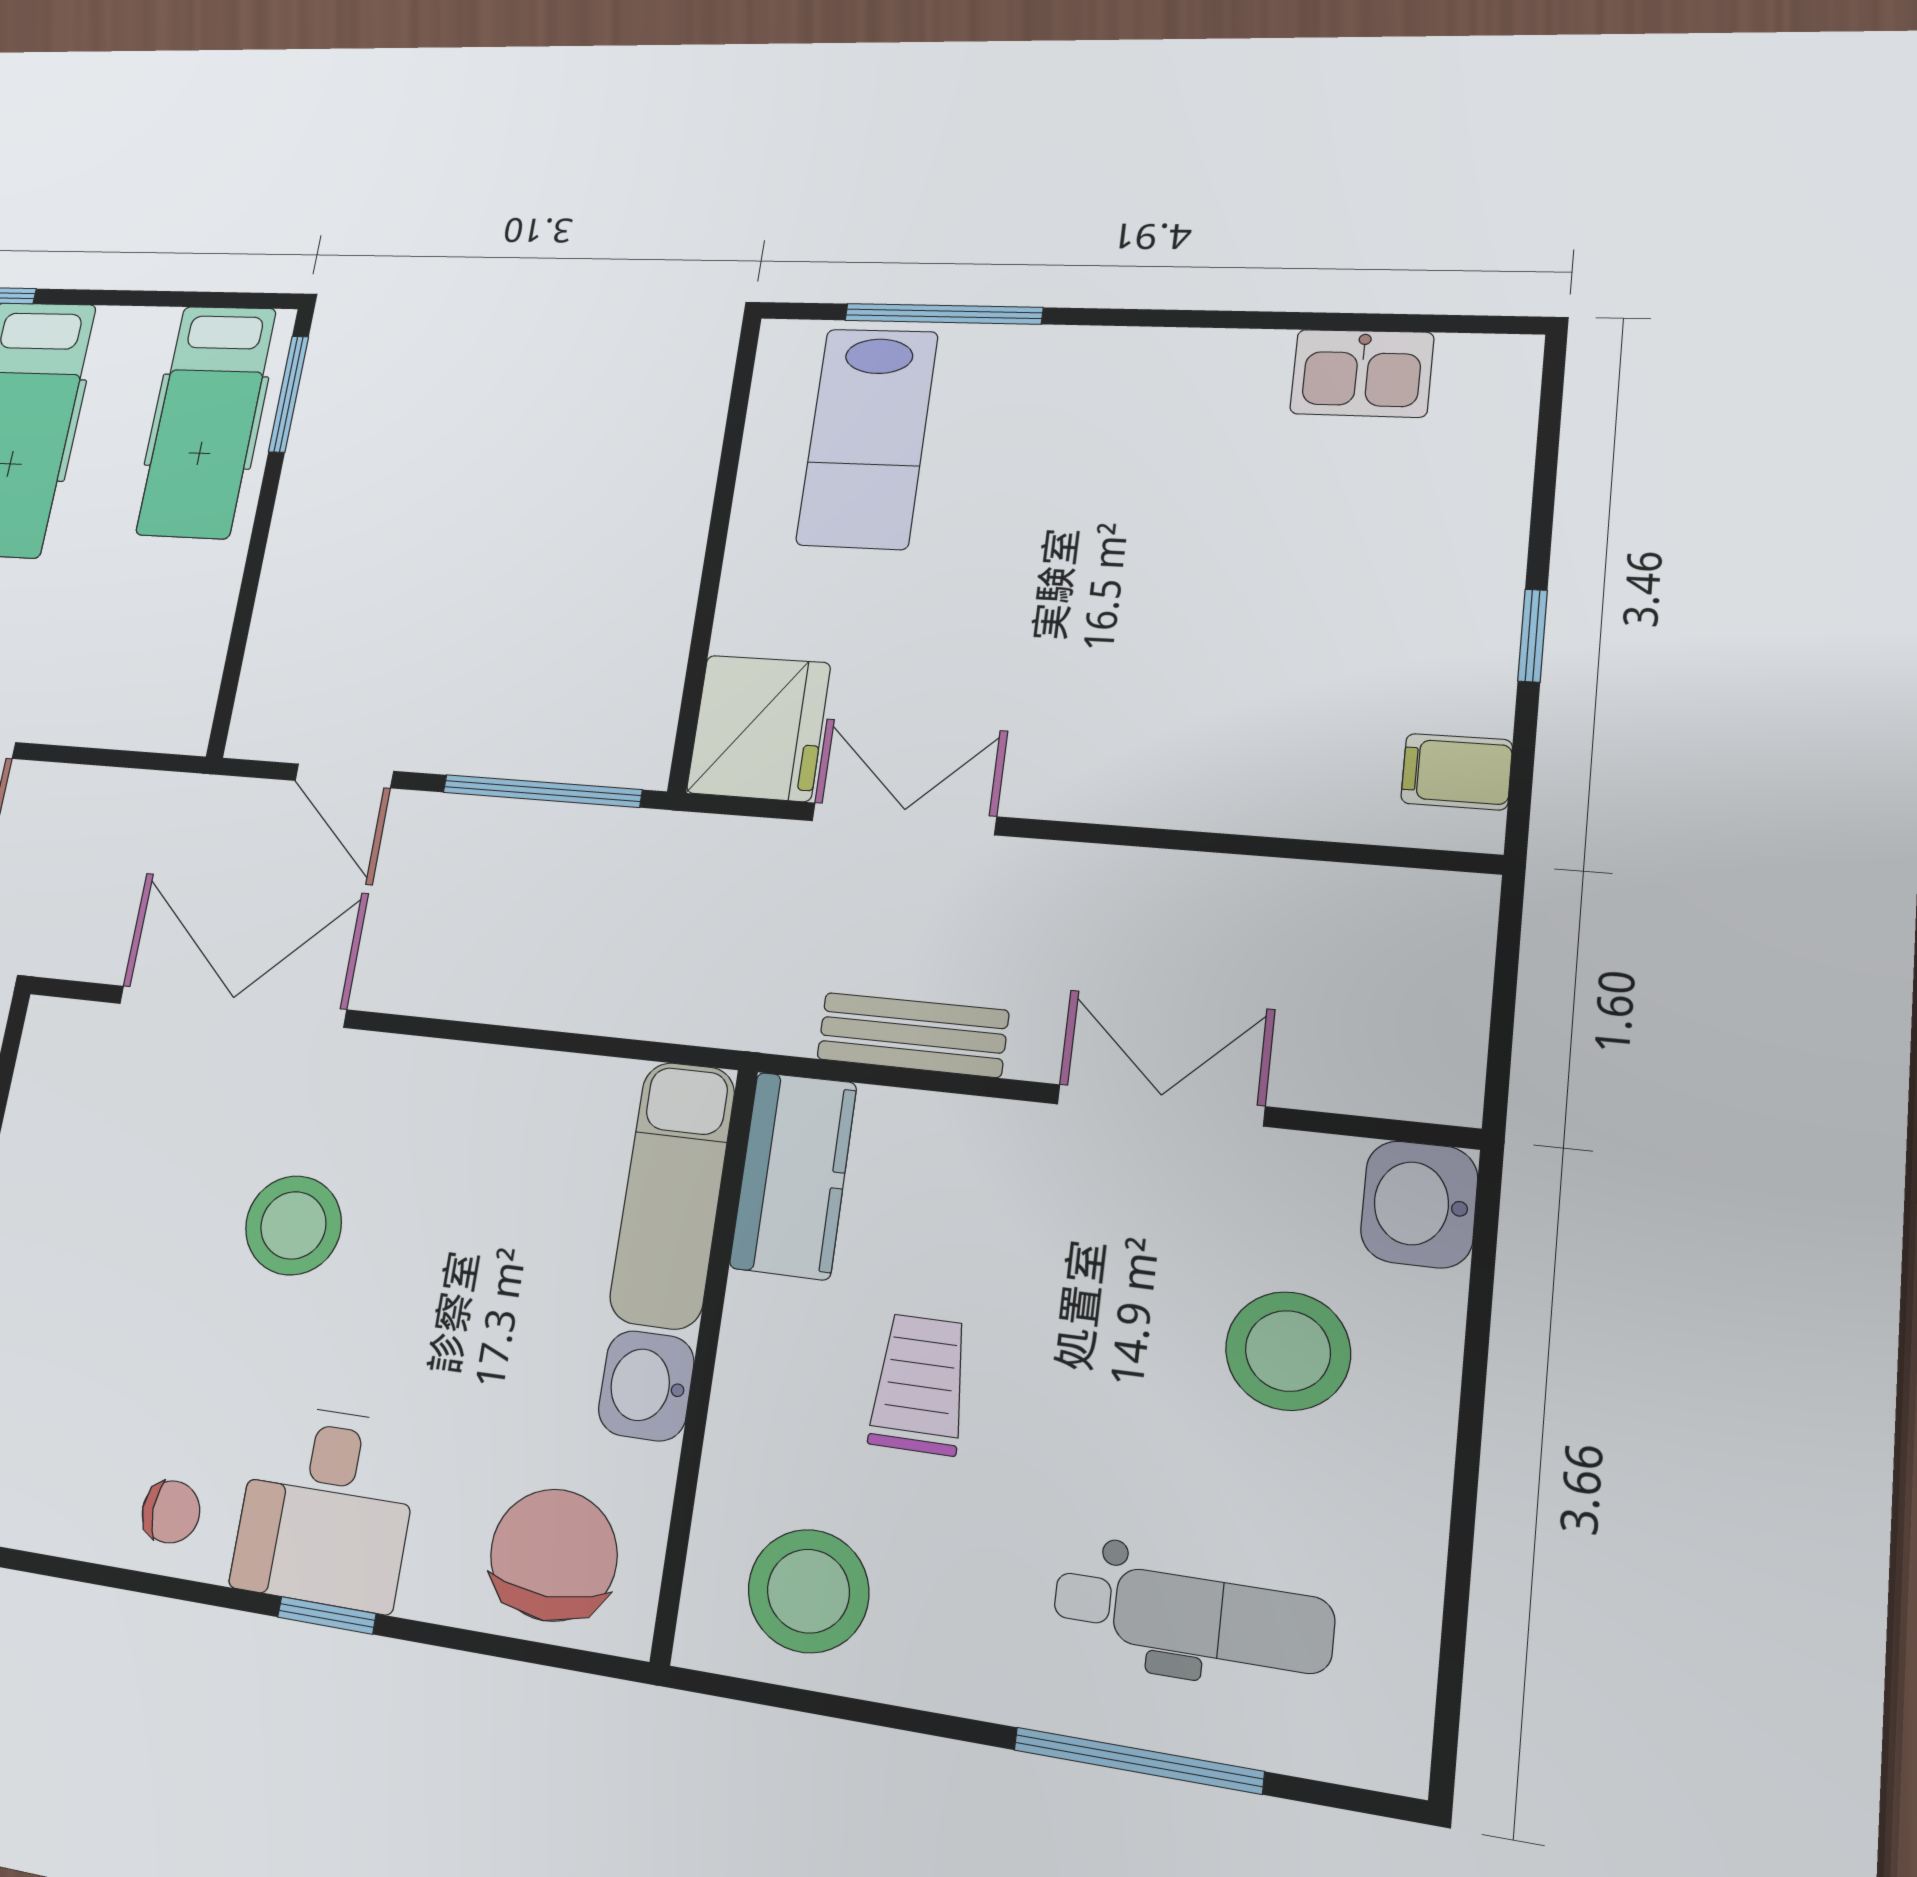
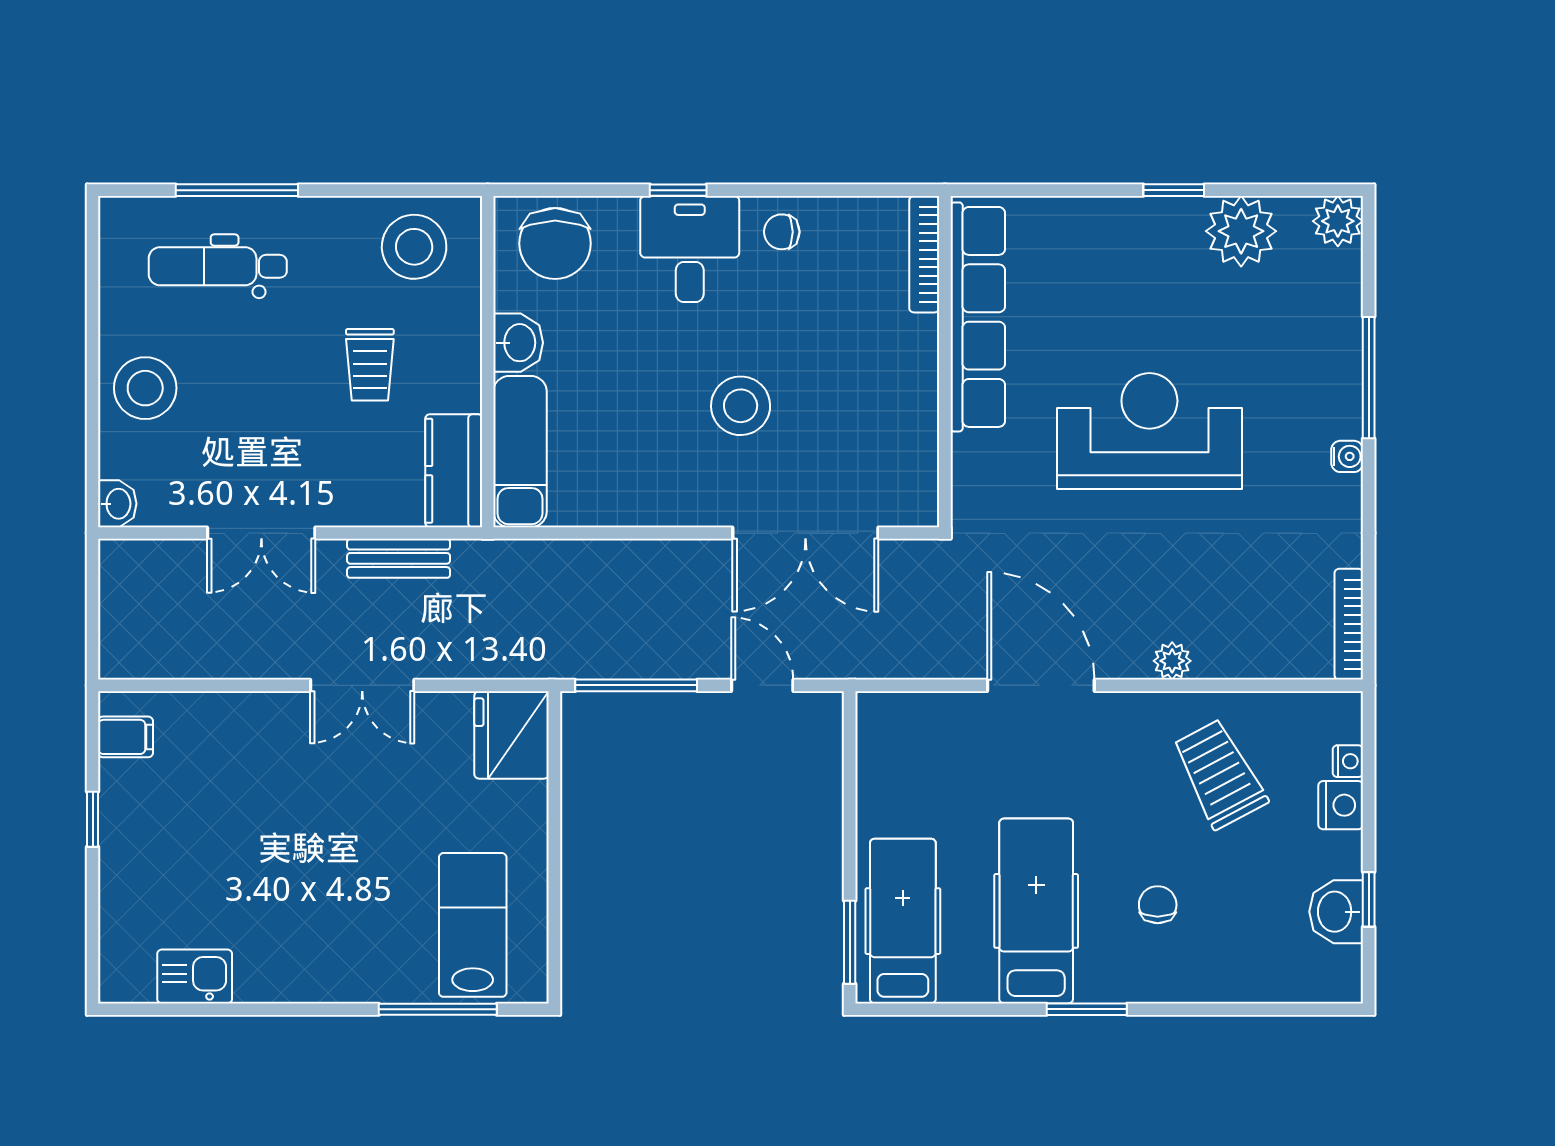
double door: (904, 819) -> (362, 685), moved
washbasin: (1419, 1204) -> (117, 504), width x0.72, depth x0.69
stool: (1288, 1351) -> (145, 388), moved

